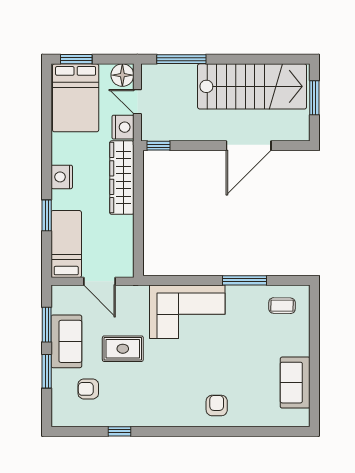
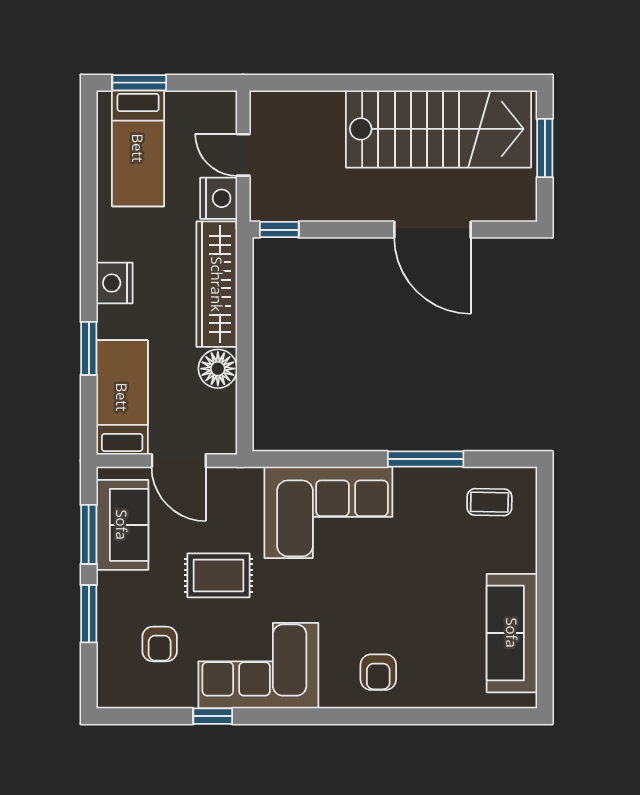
window: (181, 59) -> (318, 83), removed
floor lamp: (122, 75) -> (218, 369), moved
bed: (76, 98) -> (138, 148), width x0.67
door: (249, 146) -> (433, 230), hinge flipped
sofa: (66, 341) -> (122, 525), moved
sofa: (295, 383) -> (512, 633), width x1.36
armchair: (88, 389) -> (160, 644), turned -90
corner sofa: (146, 402) -> (258, 666), added
armchair: (217, 405) -> (378, 672), turned 180

